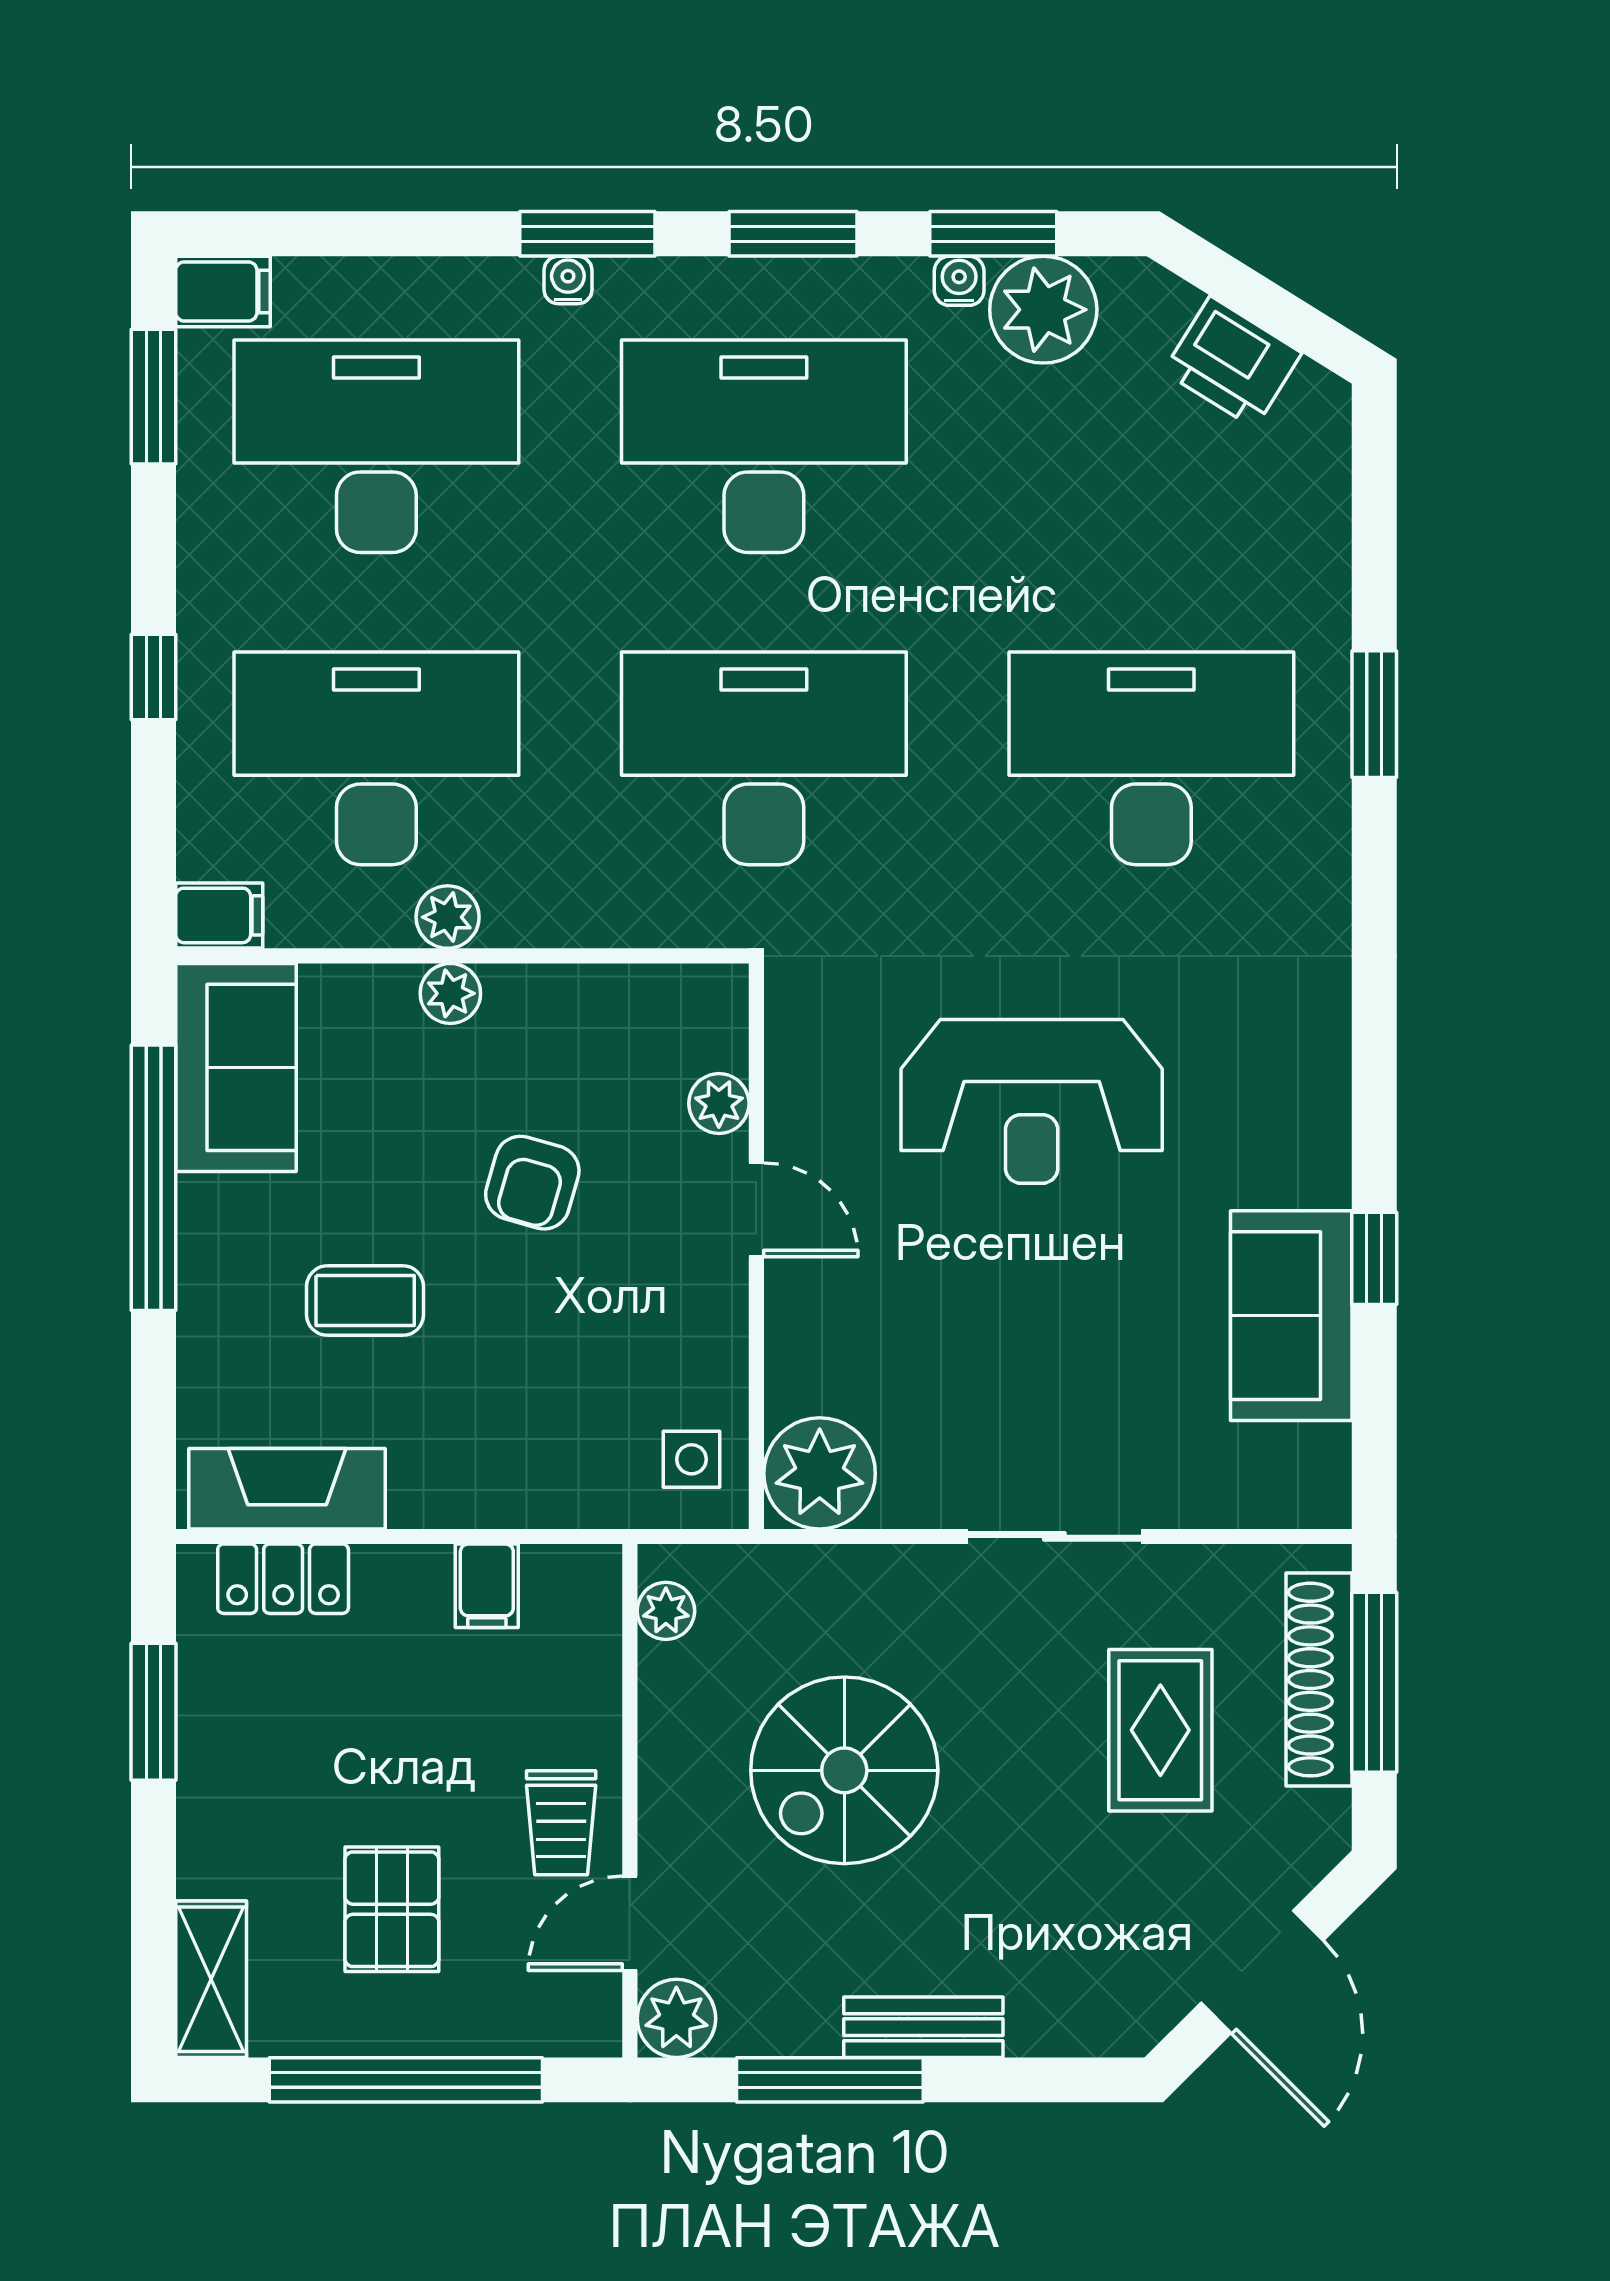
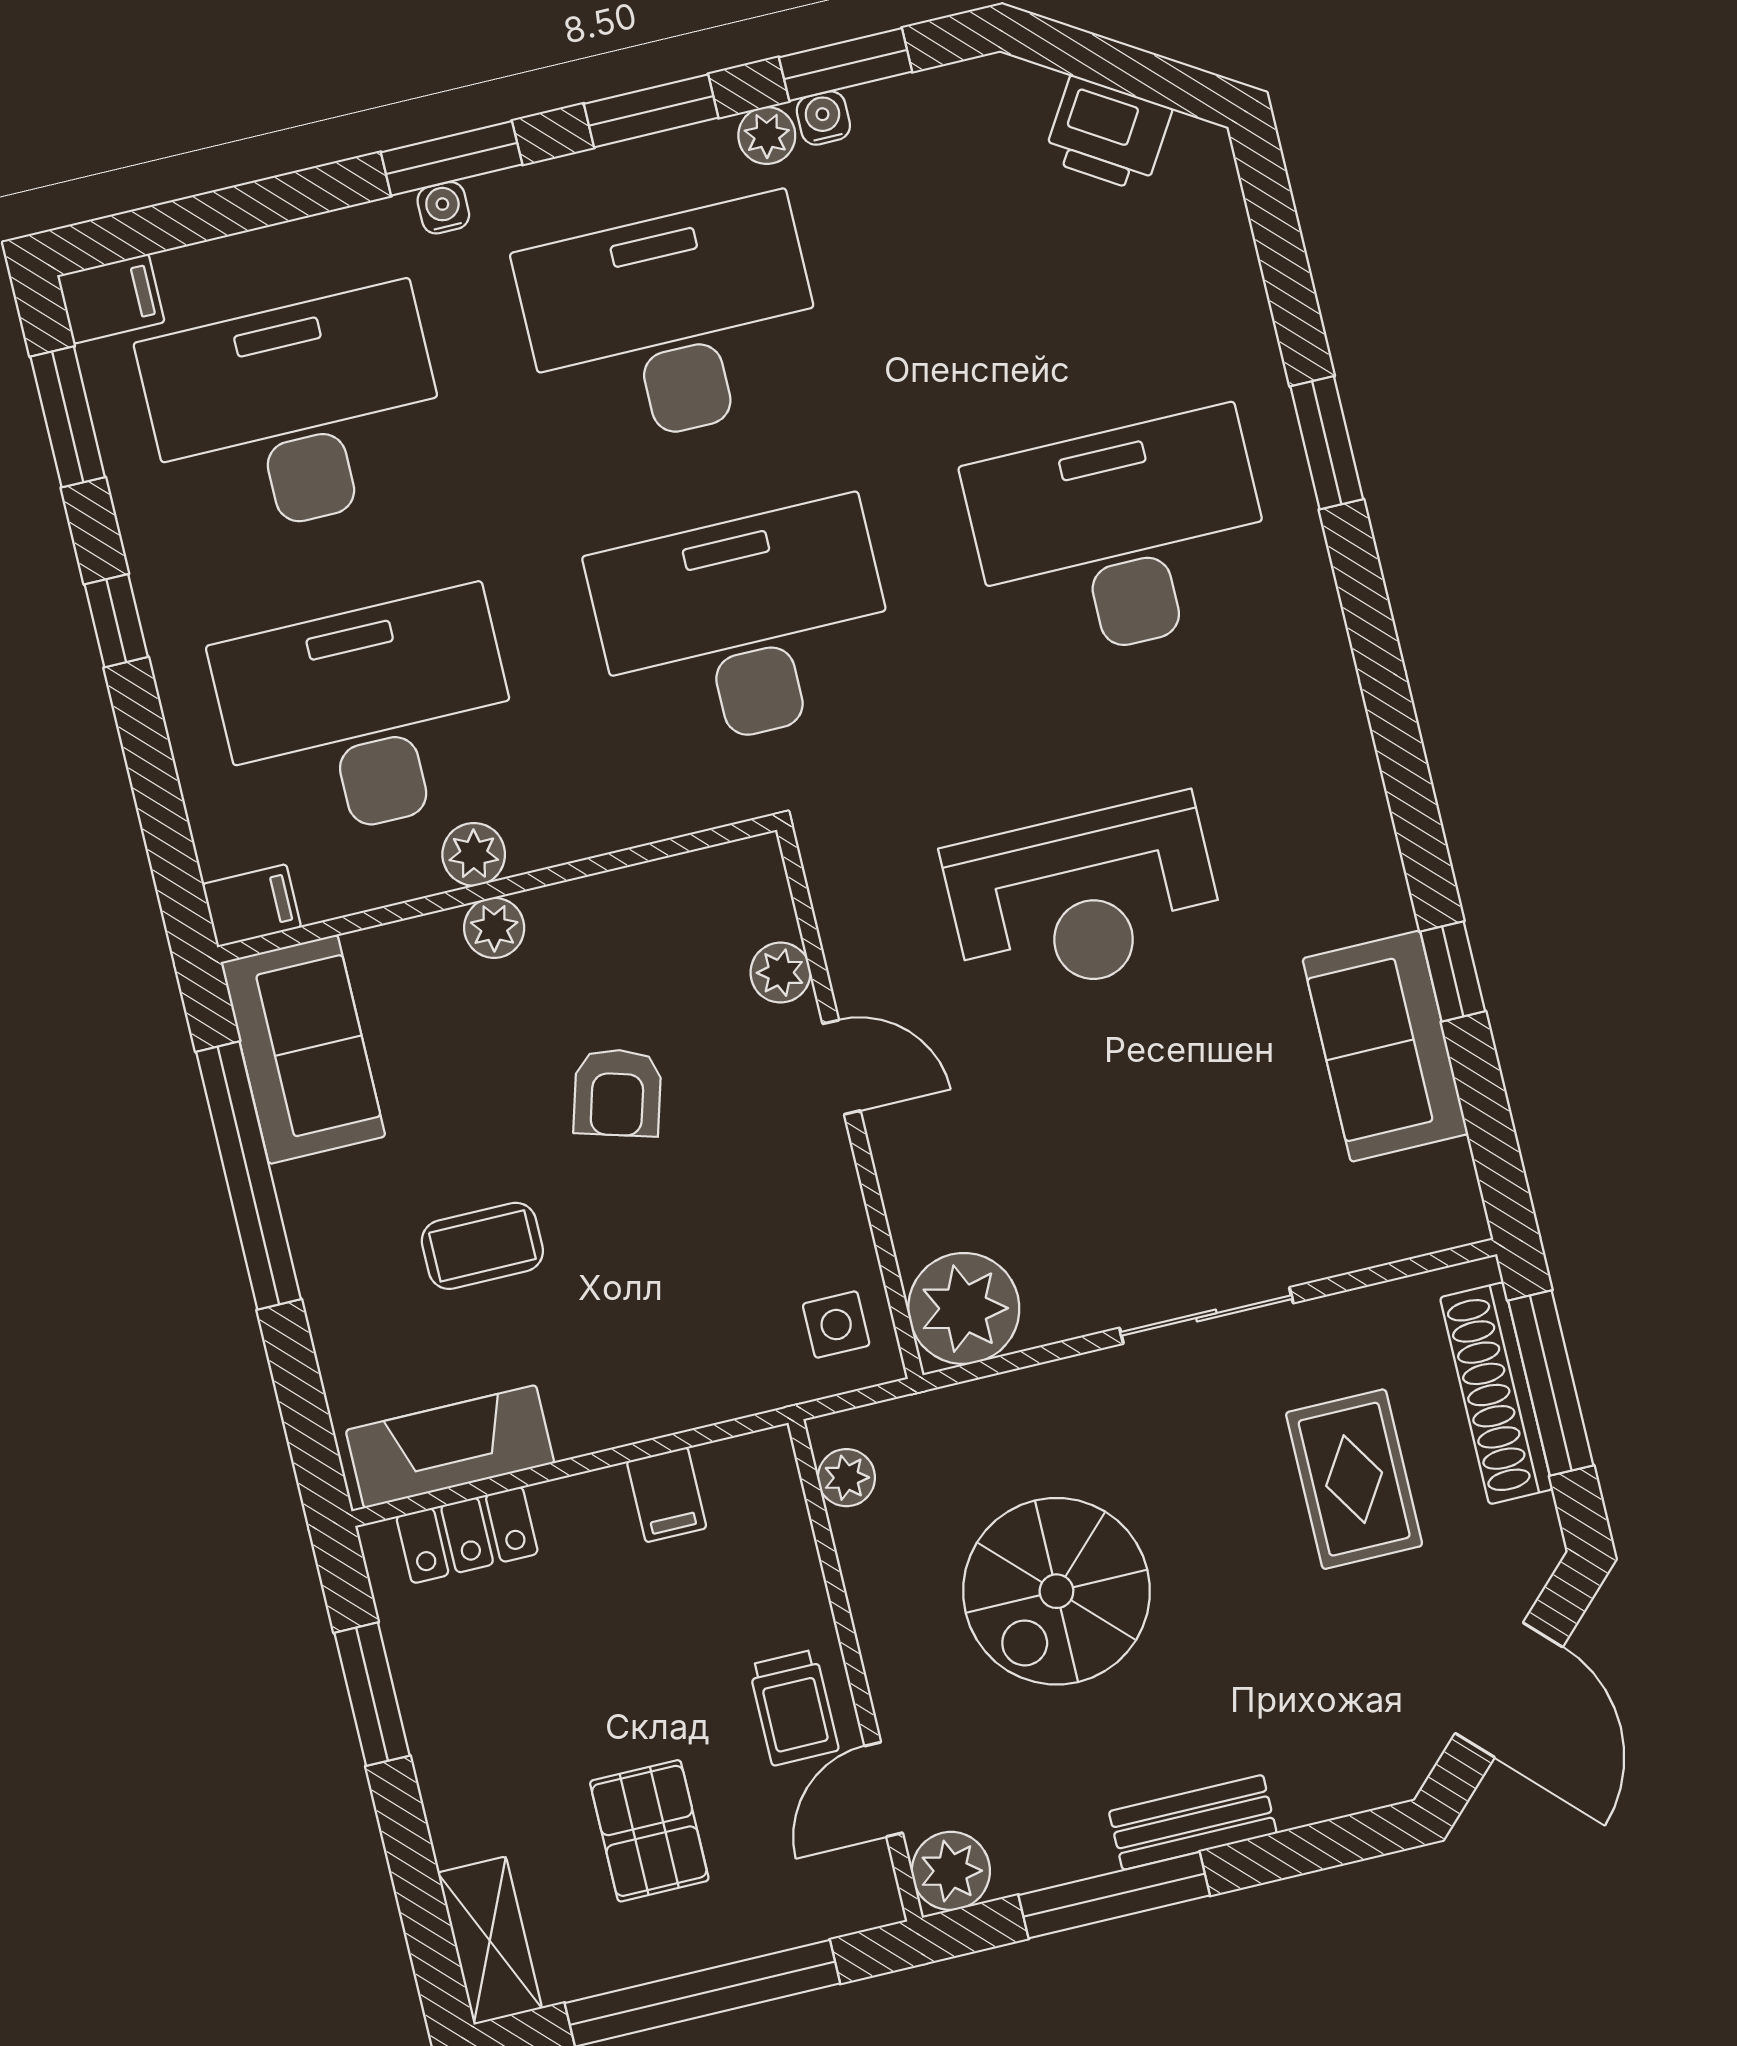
plant: (1043, 310) -> (767, 136), moved, width x0.53, depth x0.53
window: (153, 677) -> (116, 621), moved

